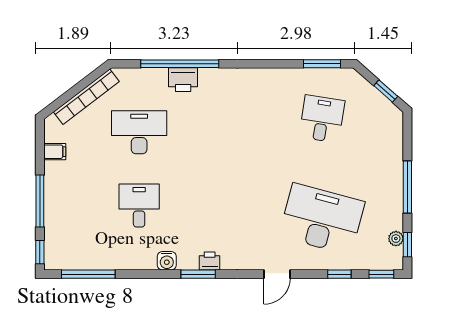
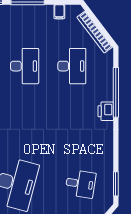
printer: (183, 80) -> (106, 111), moved
desk: (139, 206) -> (25, 66), width x1.37

